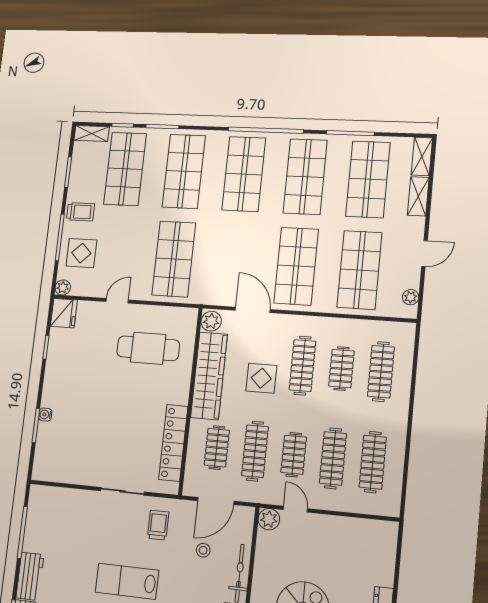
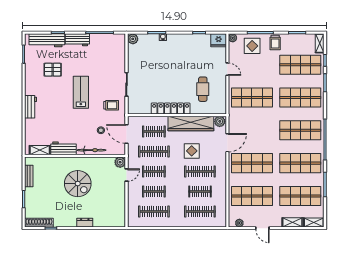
cafe table: (148, 348) -> (203, 89), width x0.73, depth x0.74
locker: (173, 443) -> (171, 108), moved
clothes rail: (333, 458) -> (154, 192), width x0.73
plant: (41, 471) -> (133, 39), added

